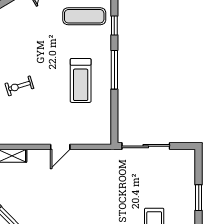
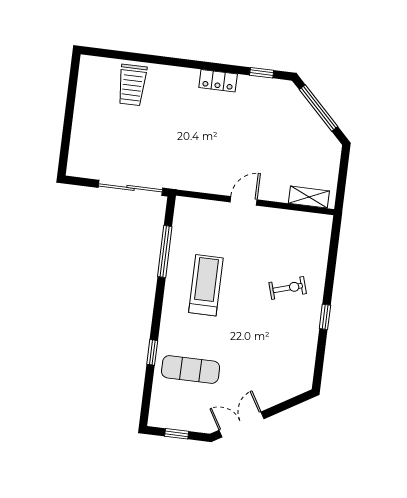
window: (114, 70) -> (165, 252), moved
window: (199, 198) -> (69, 111), removed

